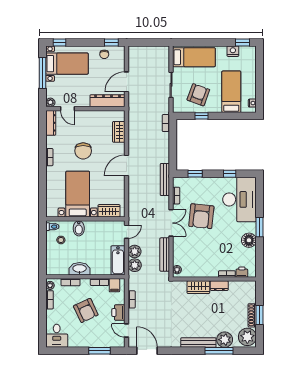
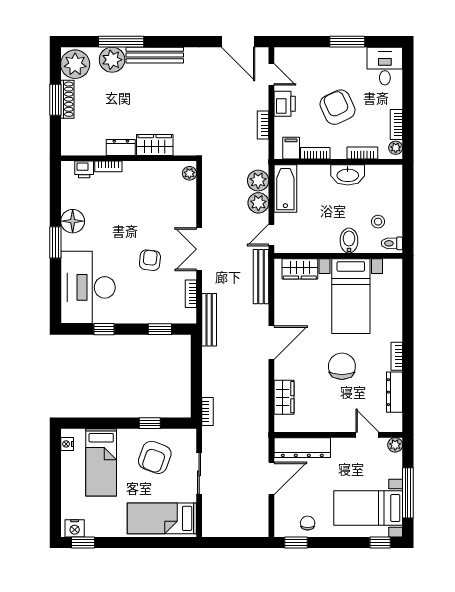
nightstand: (233, 51) -> (75, 528), moved
dresser: (51, 123) -> (395, 392), moved
armchair: (201, 216) -> (150, 260), width x0.53, depth x0.53
bench: (165, 255) -> (261, 277), moved
window: (99, 351) -> (347, 42), moved

